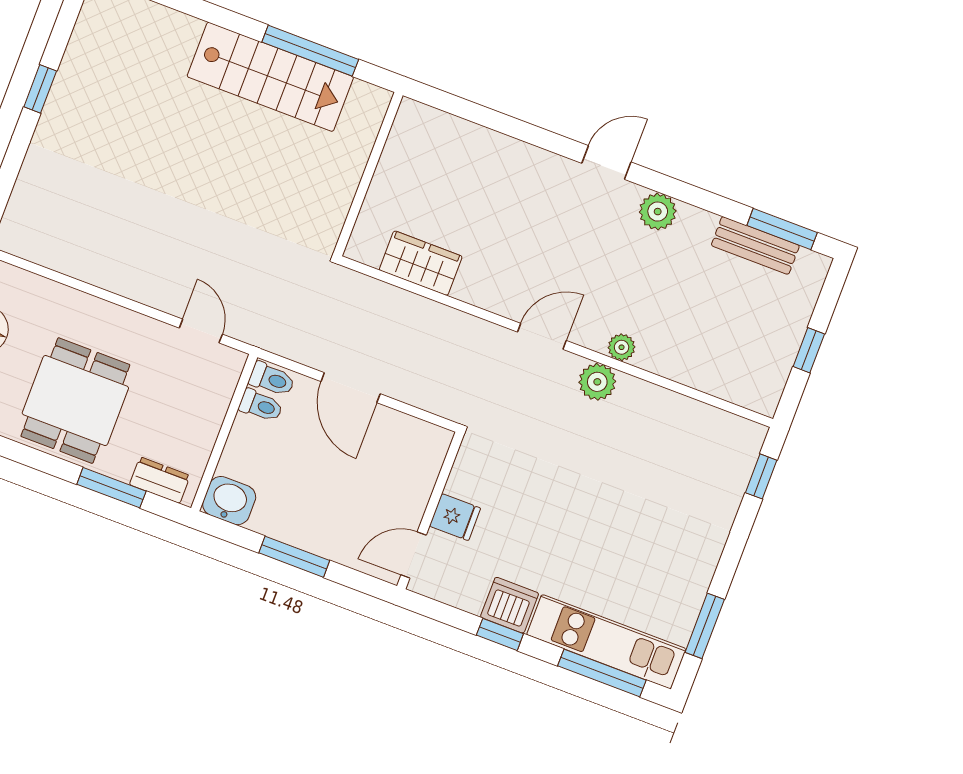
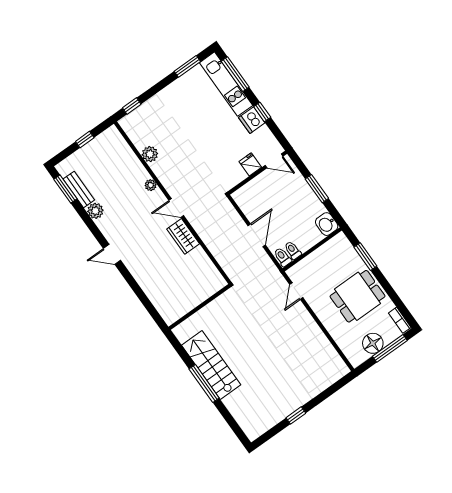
window: (310, 51) -> (204, 384), moved
plant: (658, 212) -> (95, 211), moved
wardrobe: (421, 263) -> (183, 236), moved
plant: (597, 382) -> (150, 154), moved
dresser: (160, 480) -> (346, 248), removed

